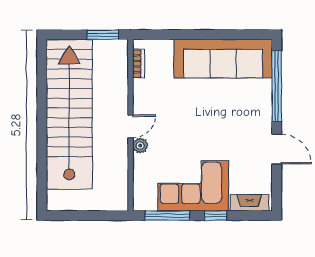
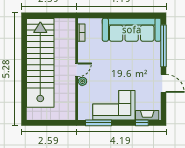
window: (103, 35) -> (60, 15), removed
window: (216, 216) -> (142, 123), moved

